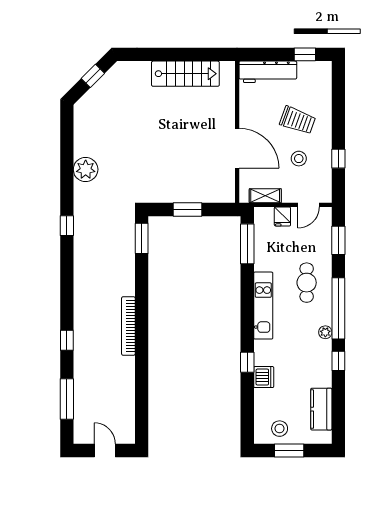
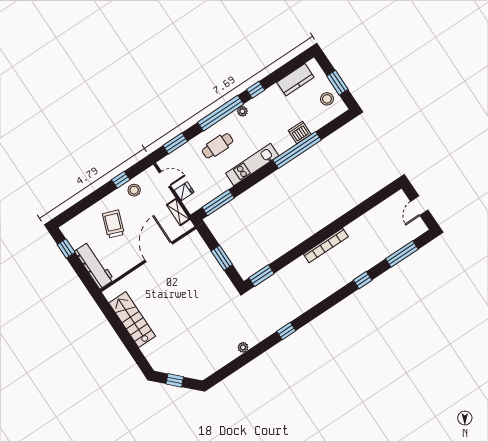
stool: (299, 159) -> (134, 190), moved
plant: (86, 169) -> (243, 347), width x0.53, depth x0.53
window: (247, 362) -> (297, 150), width x3.17

